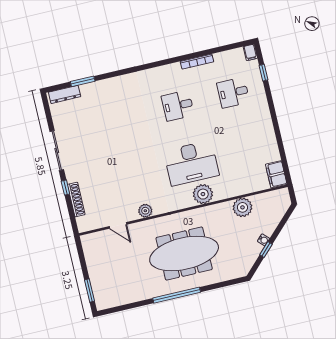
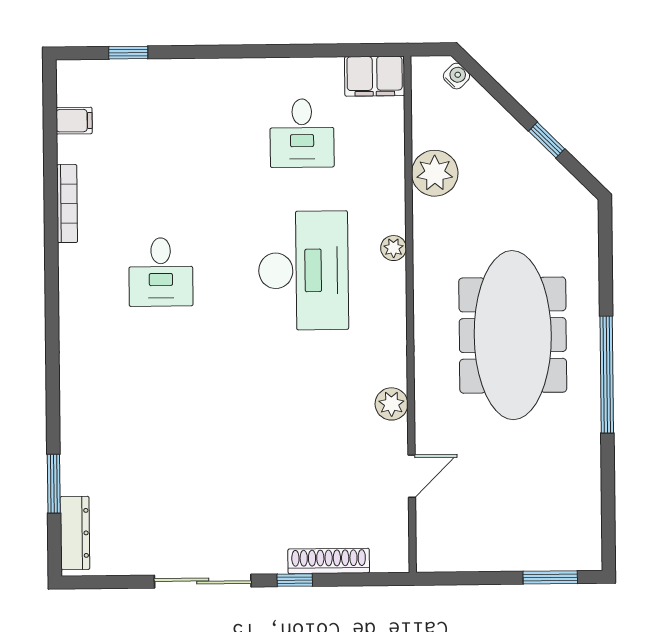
filing cabinet: (250, 52) -> (74, 121), moved
desk: (233, 93) -> (302, 133), moved
plant: (203, 194) -> (393, 248), width x0.53, depth x0.53
water cooler: (264, 240) -> (456, 76), moved

